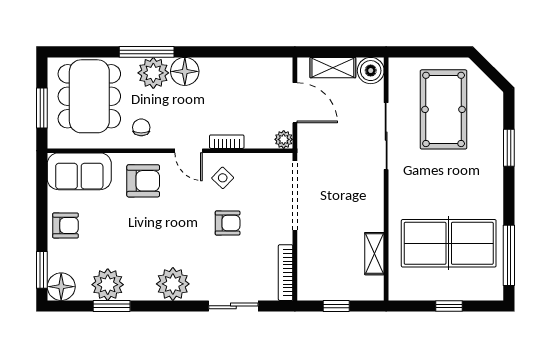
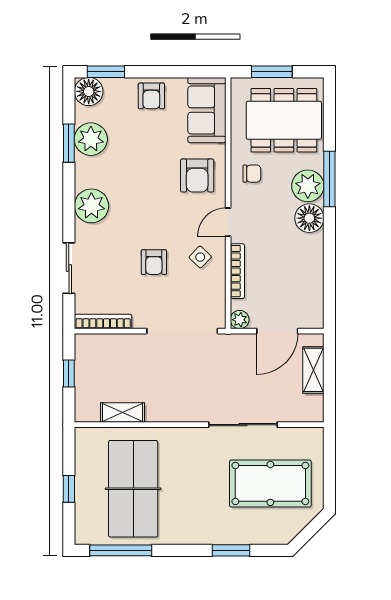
boiler: (371, 71) -> (310, 409), removed
bookcase: (227, 142) -> (237, 271), width x1.56

